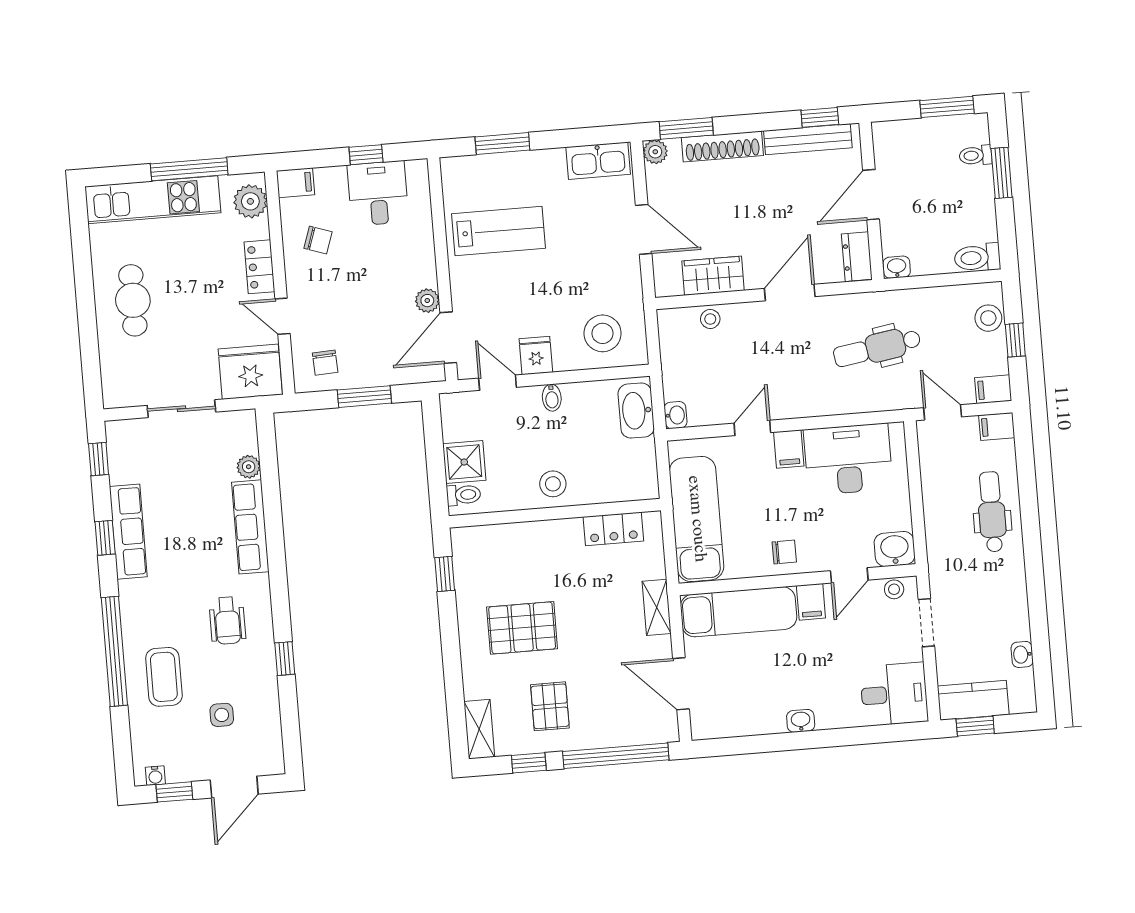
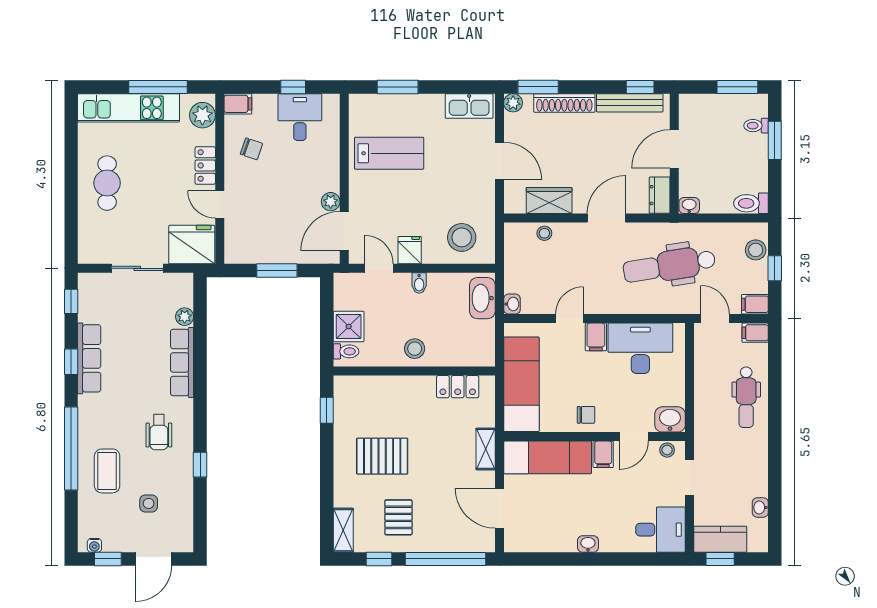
dental chair: (877, 348) -> (669, 266), width x1.36, depth x1.38
chair: (325, 363) -> (249, 242), removed
dental chair: (992, 512) -> (746, 397), turned 180

